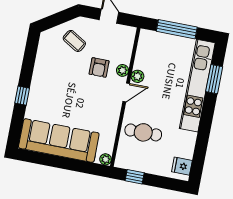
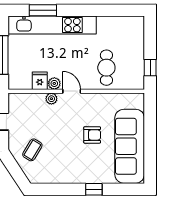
armchair: (99, 67) -> (92, 135), moved
plant: (106, 159) -> (139, 98), removed
fridge: (182, 166) -> (40, 81), moved, turned 180

